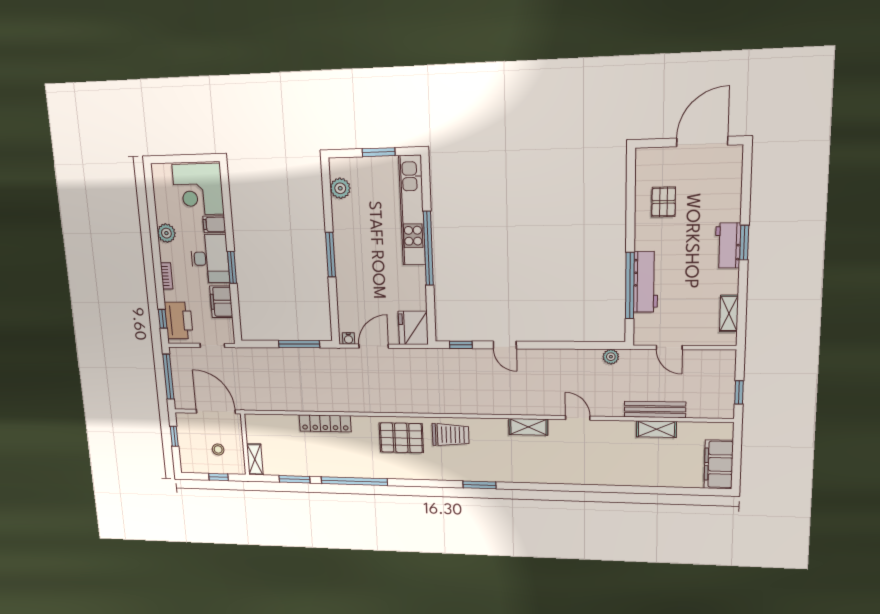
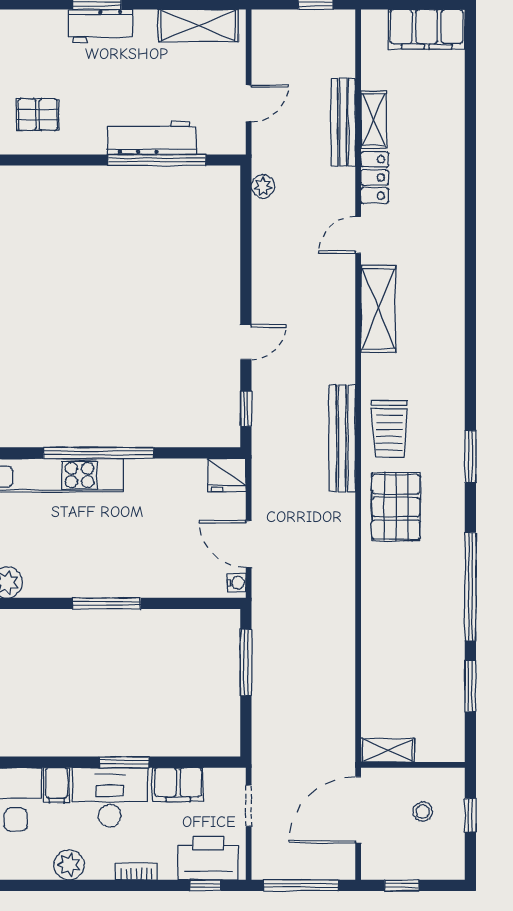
shelving: (729, 313) -> (198, 26), width x1.50, depth x1.33
fridge: (413, 328) -> (227, 475), width x0.73, depth x0.75
bench: (444, 406) -> (342, 438), added
locker: (325, 423) -> (375, 177), moved, width x0.66
shelving: (528, 427) -> (378, 309), width x1.50, depth x1.33
trolley: (451, 435) -> (389, 429), turned 180
shelving: (255, 459) -> (388, 750), moved
window: (479, 485) -> (470, 457), moved

